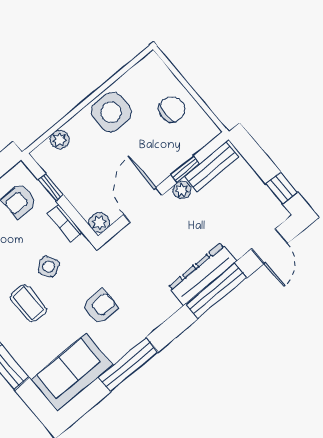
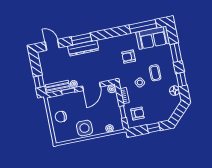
window: (282, 188) -> (39, 82), moved
door: (270, 246) -> (52, 45), hinge flipped
window: (216, 291) -> (81, 39), width x0.69
window: (128, 365) -> (143, 26), moved

